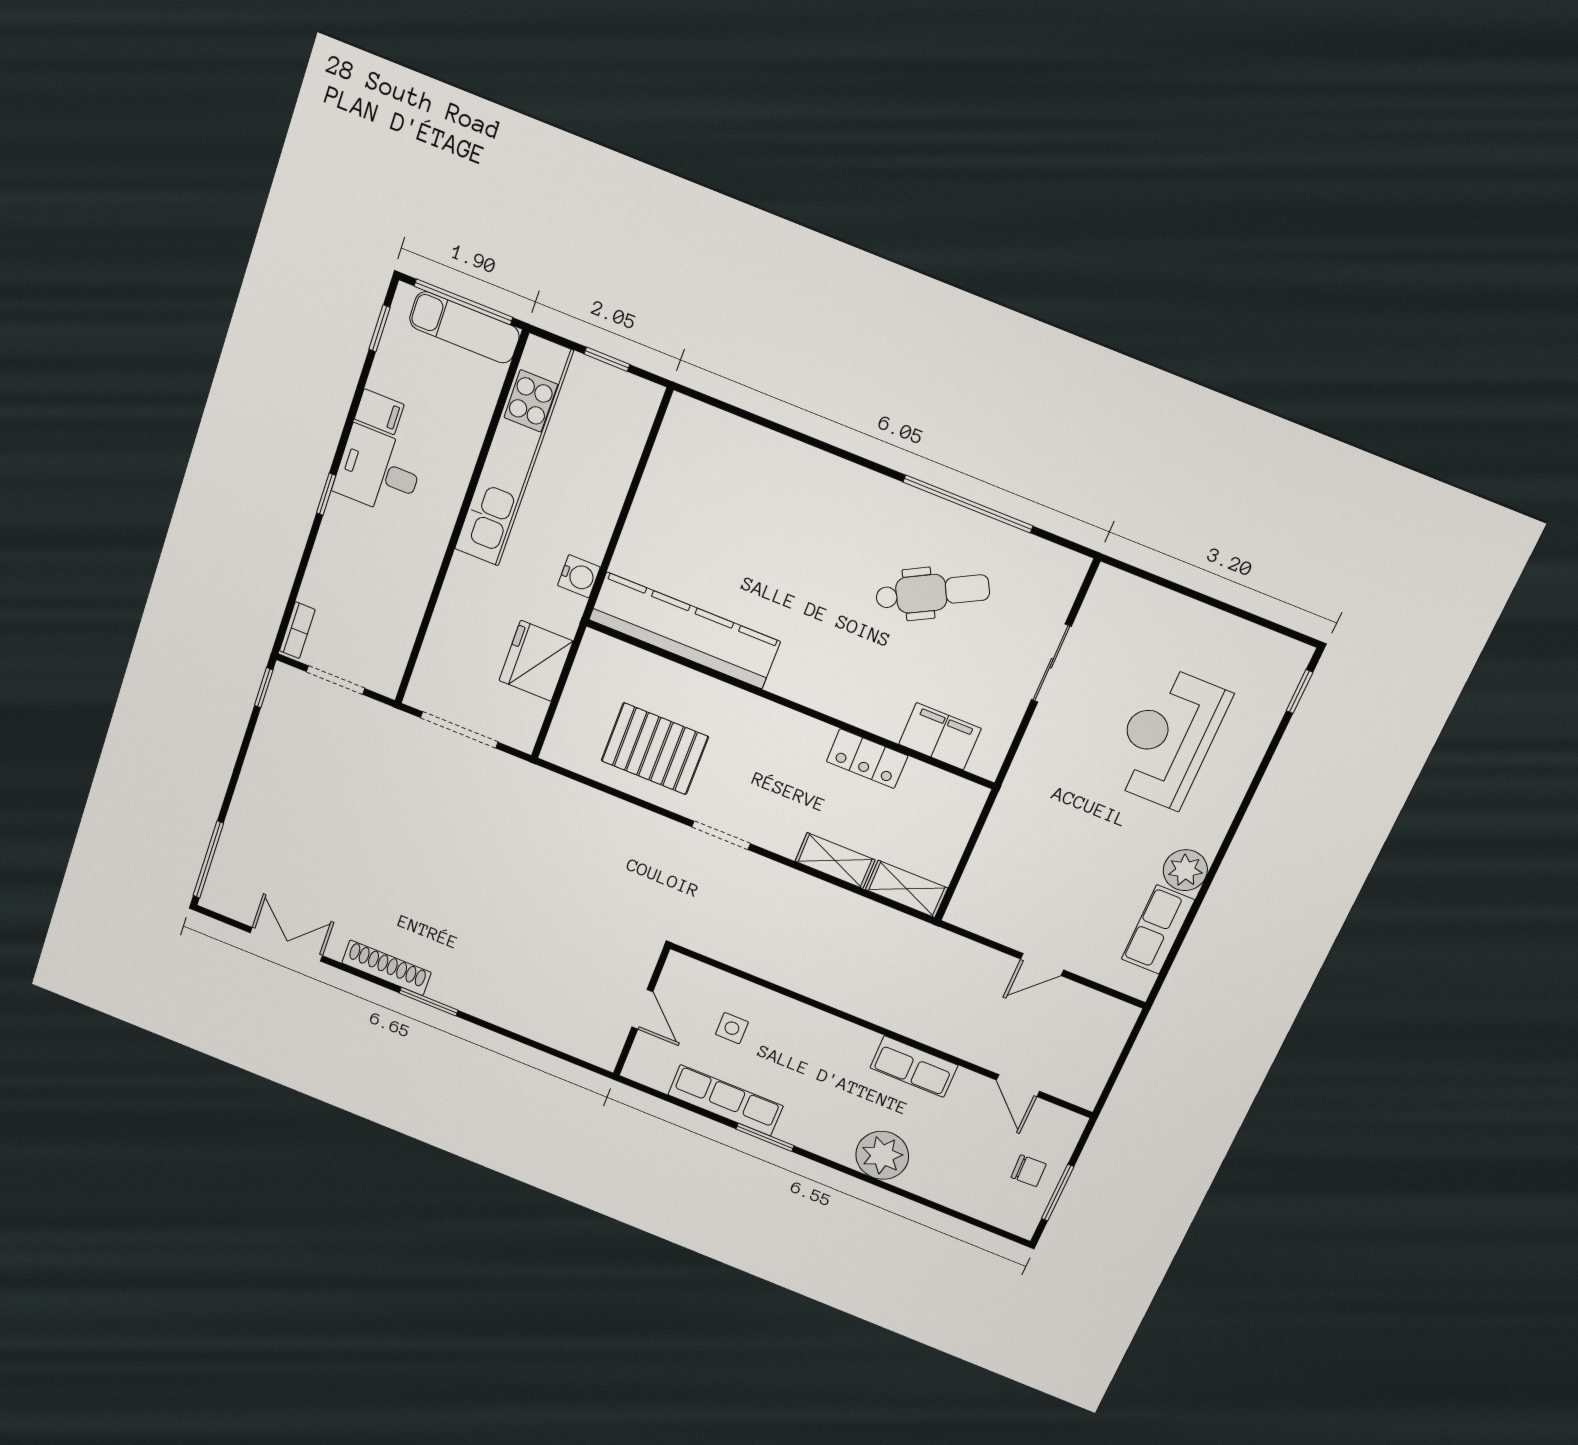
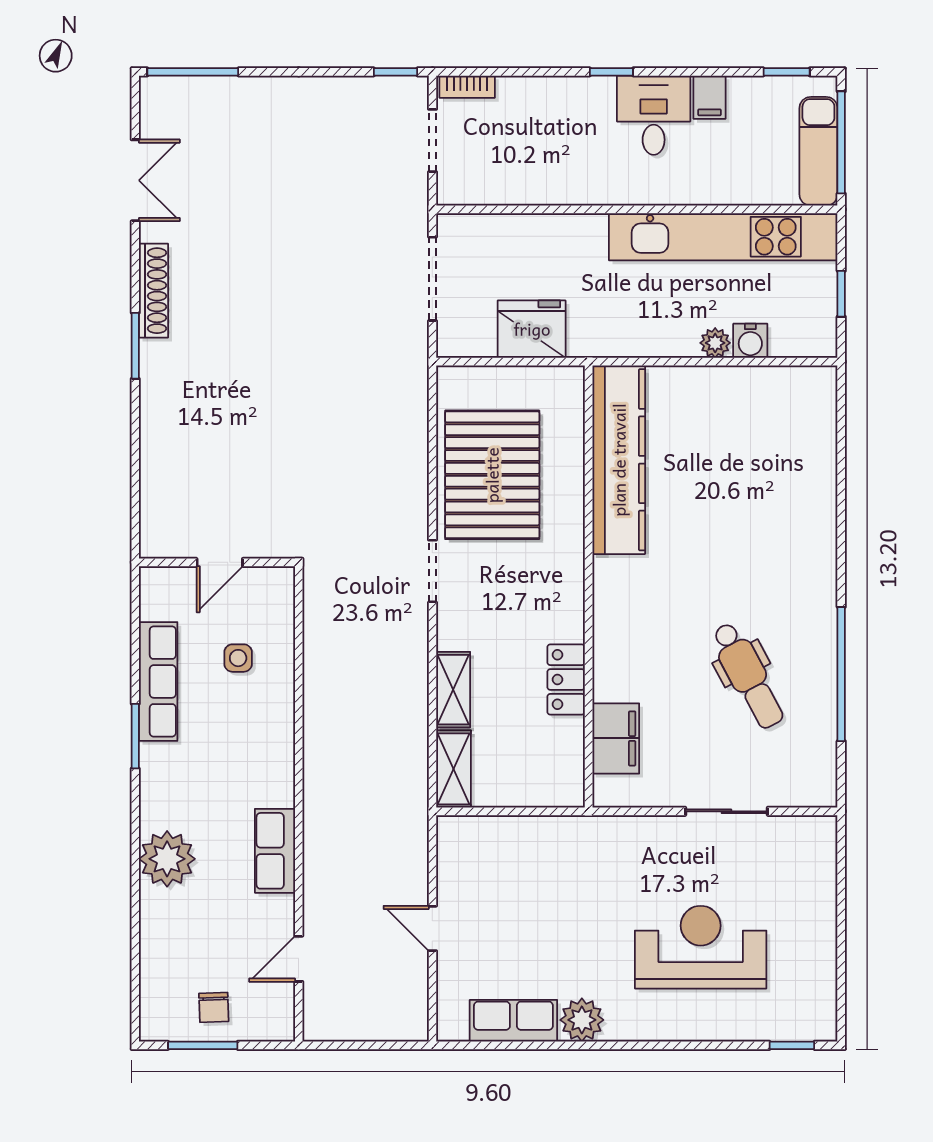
plant: (610, 498) -> (715, 343), added
water cooler: (579, 576) -> (750, 341), moved
pallet: (655, 749) -> (492, 475), width x1.37, depth x1.41

